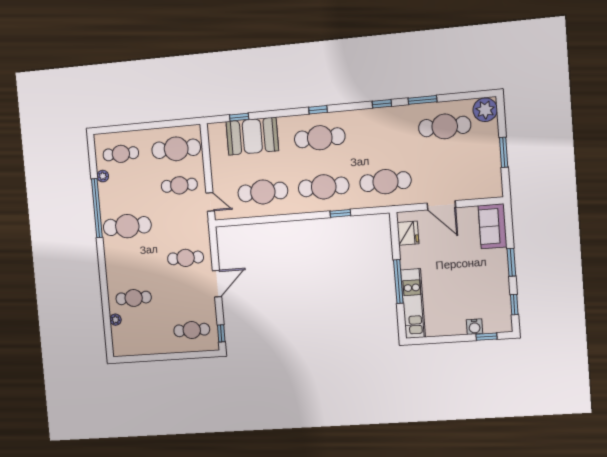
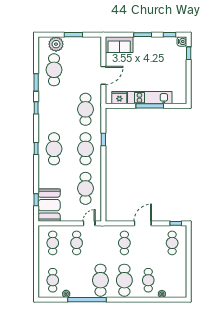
plant: (485, 110) -> (56, 44), moved
booth: (252, 136) -> (49, 205), moved
cafe table: (176, 149) -> (53, 243), width x0.73, depth x0.74
cafe table: (130, 262) -> (124, 280), added
door: (217, 284) -> (143, 223), hinge flipped
kitchen unit: (413, 304) -> (150, 98), moved
water cooler: (474, 327) -> (182, 41), moved

